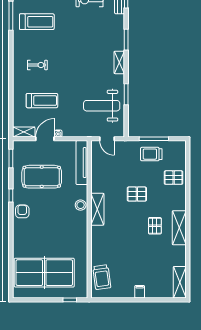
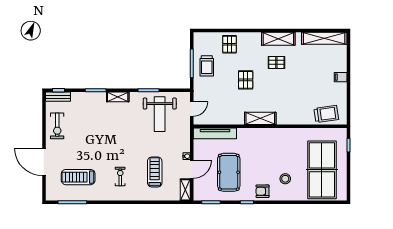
treadmill: (37, 22) -> (78, 177), turned -90
door: (45, 139) -> (192, 169), swing flipped
stool: (81, 205) -> (285, 179), moved
shelving: (180, 282) -> (324, 38), width x1.47

